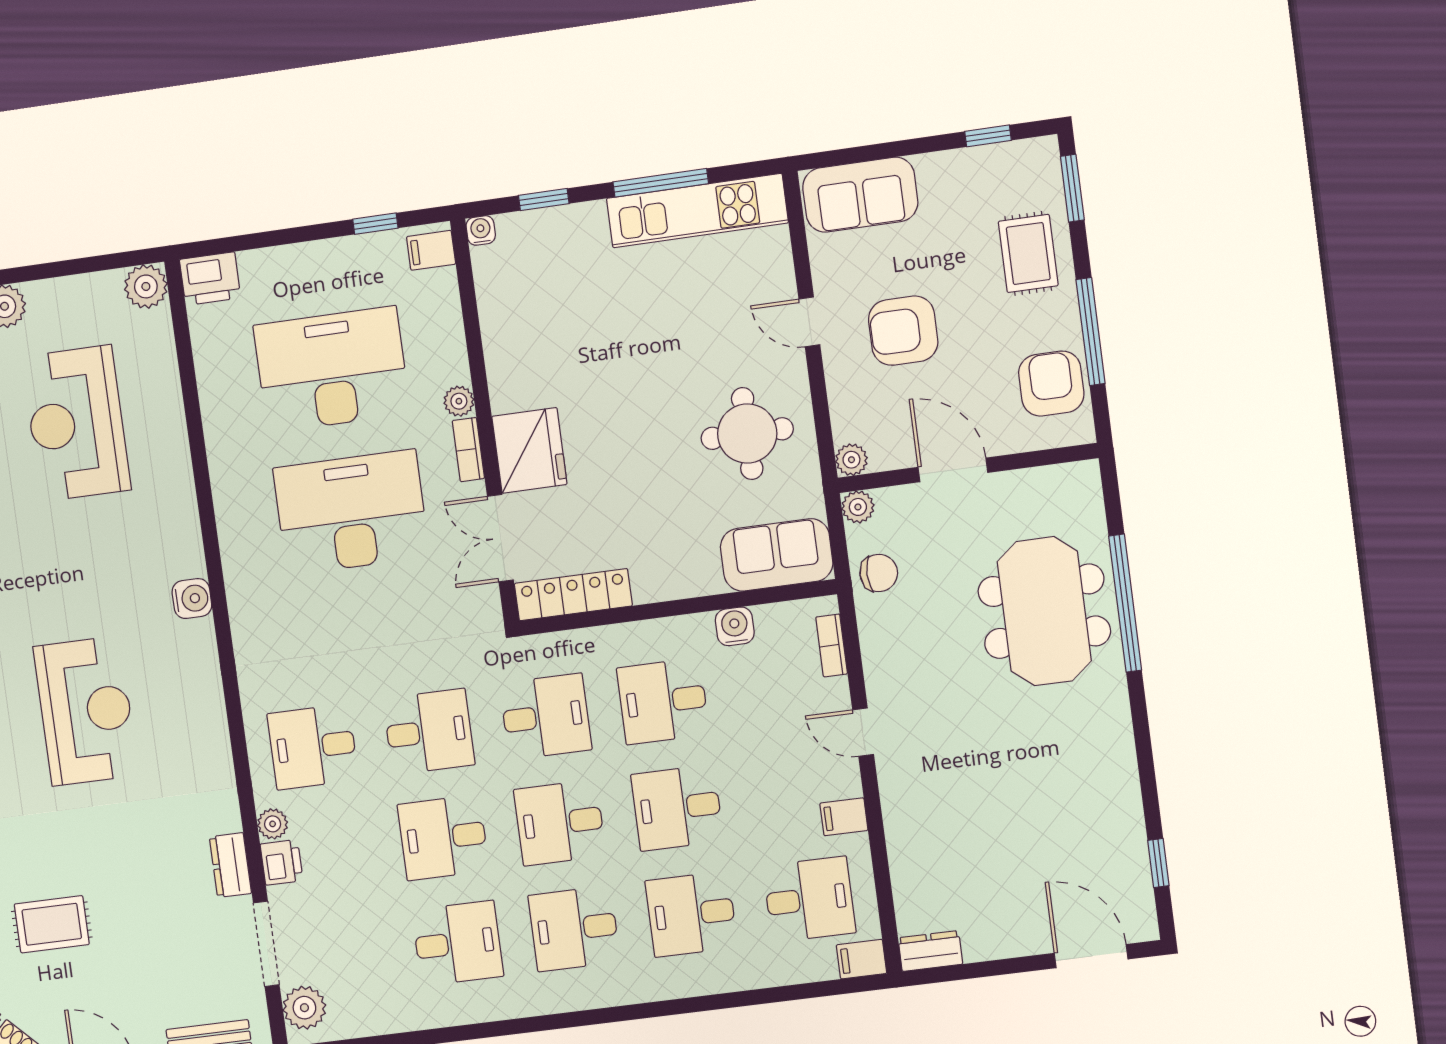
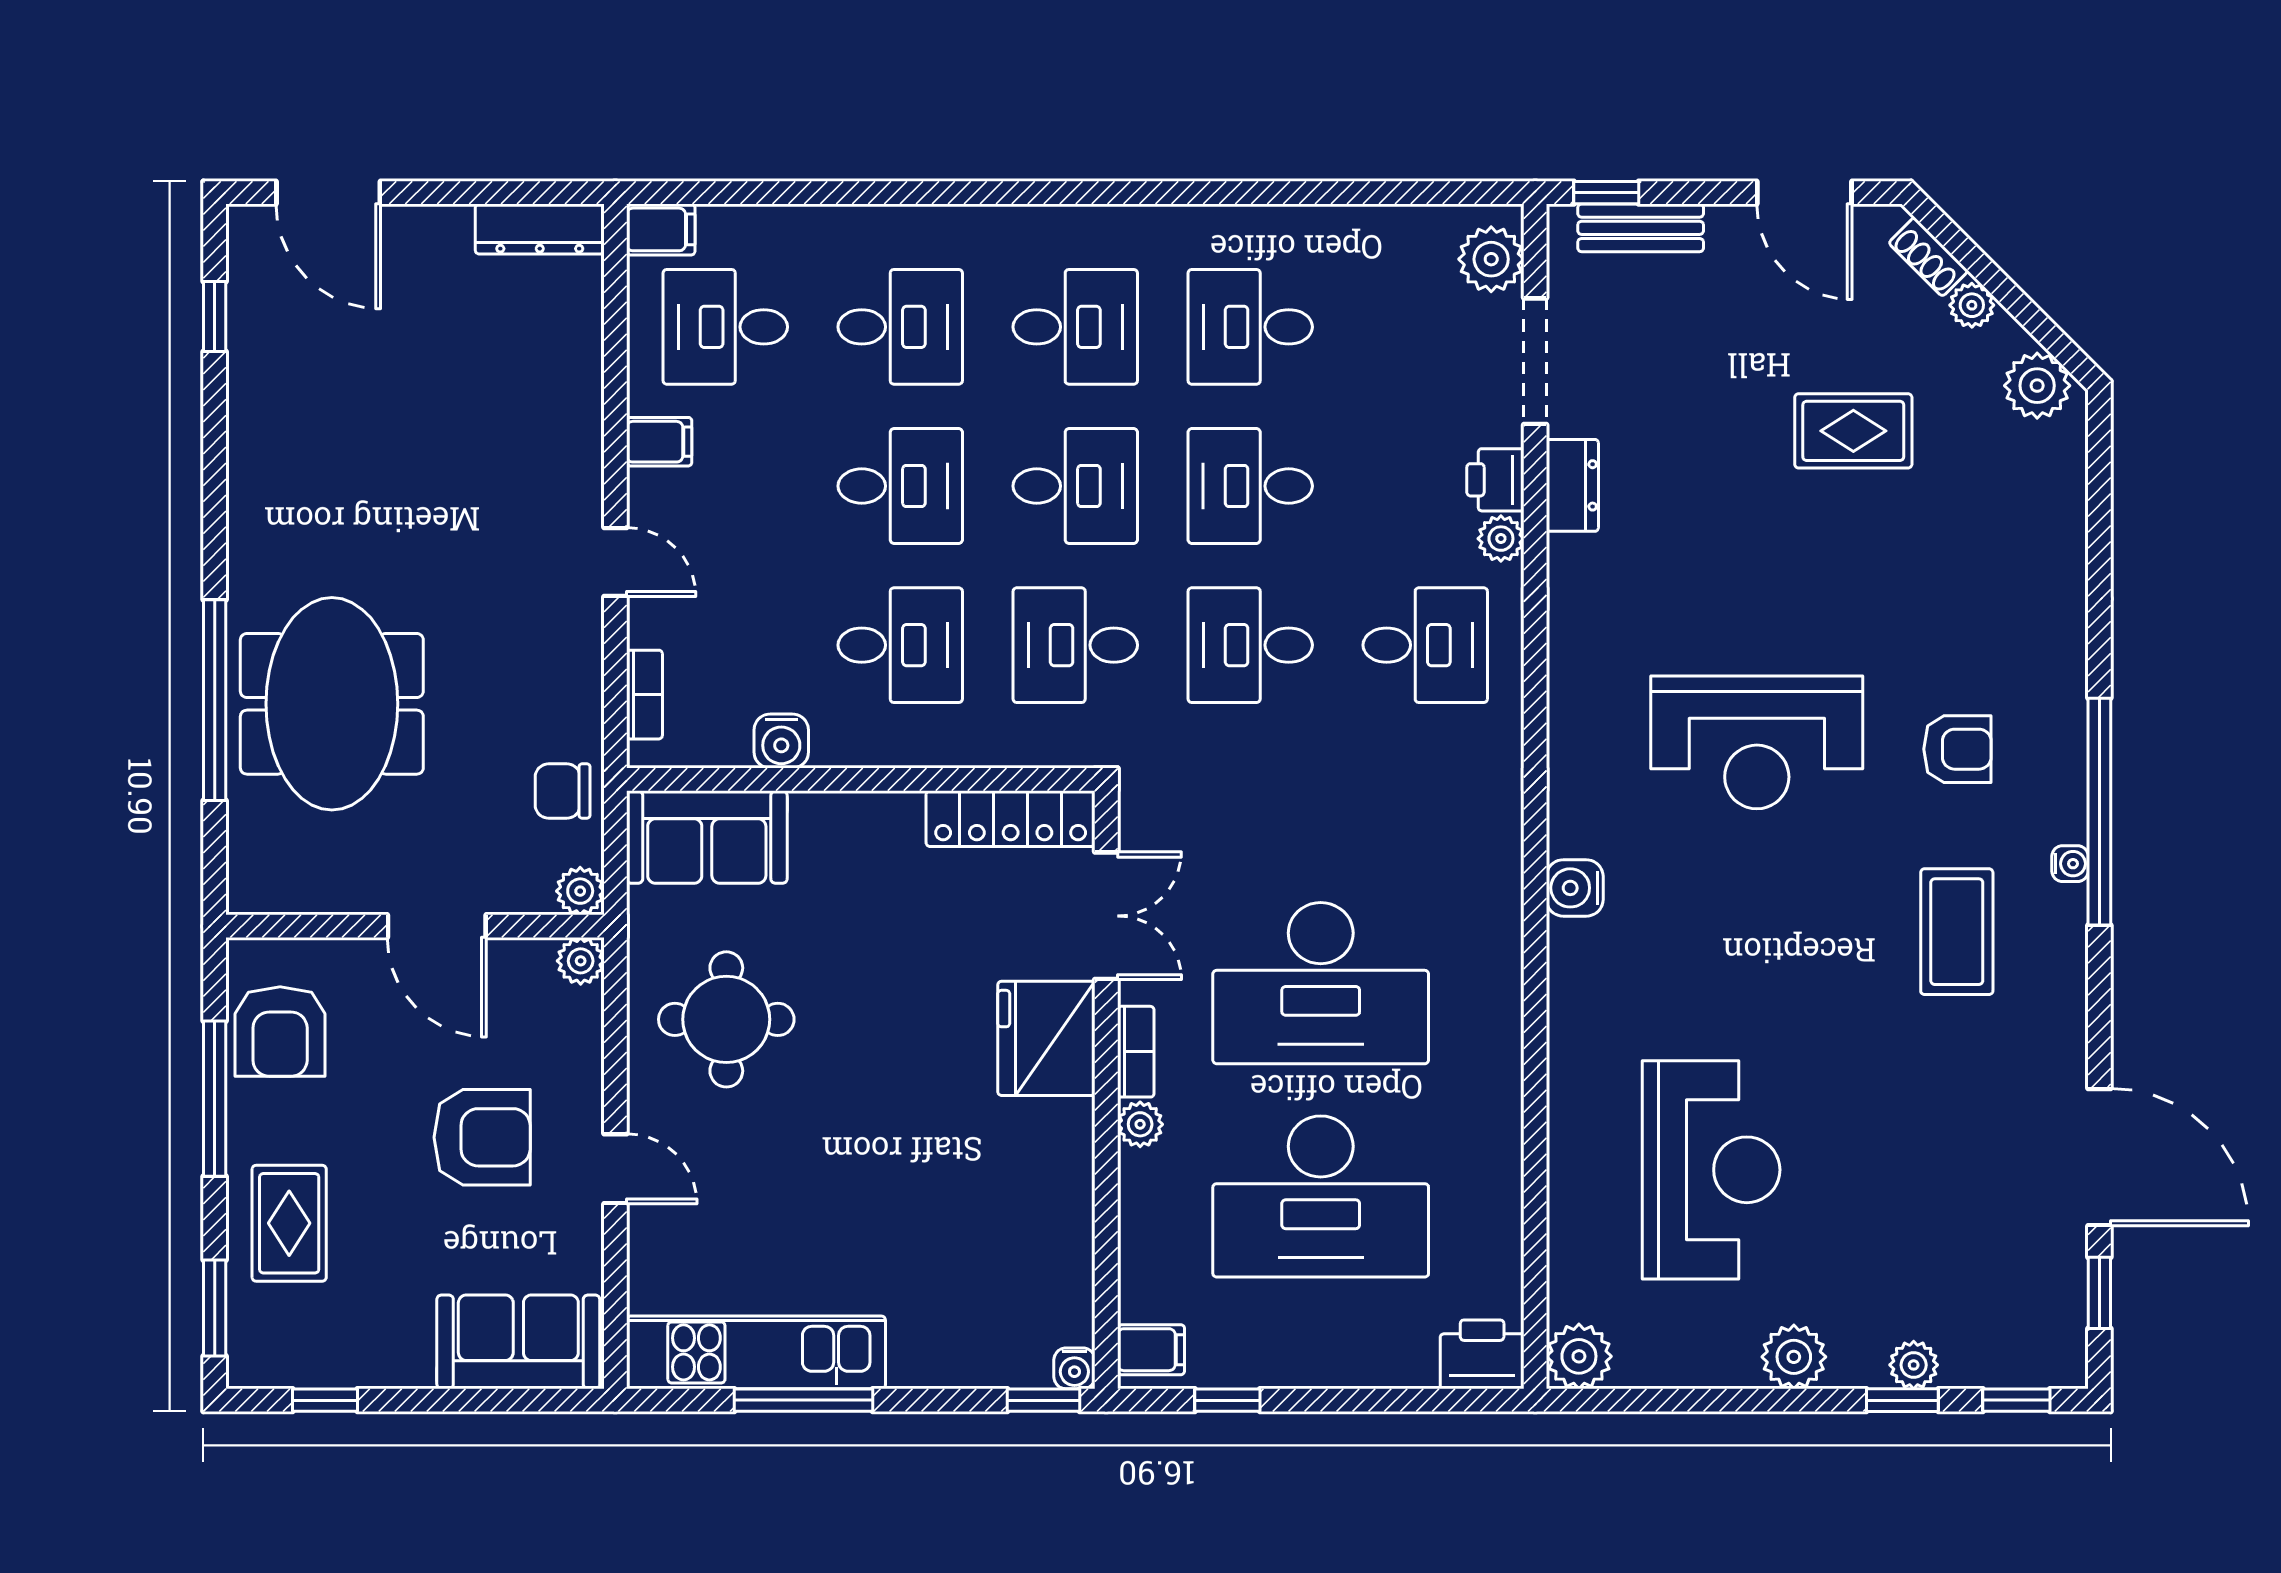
window: (544, 200) -> (1043, 1400), moved
reception desk: (86, 711) -> (1757, 742), turned -90
desk: (443, 838) -> (1250, 486), turned 180
dresser: (930, 951) -> (540, 229), width x1.44

